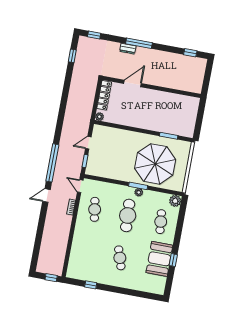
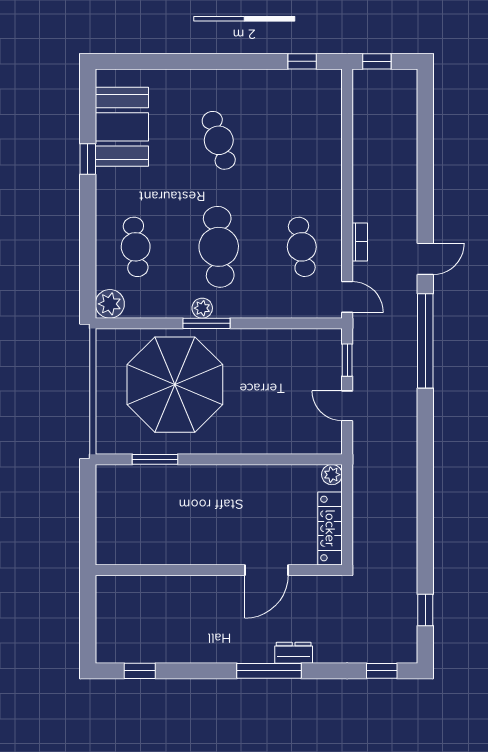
door: (88, 143) -> (347, 406), swing flipped
booth: (159, 259) -> (122, 127), moved
window: (91, 285) -> (302, 61), moved

